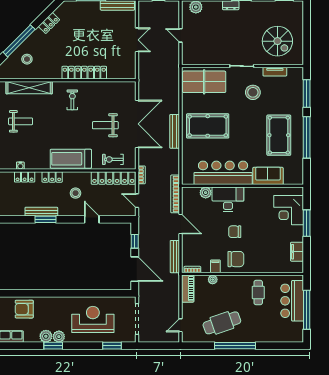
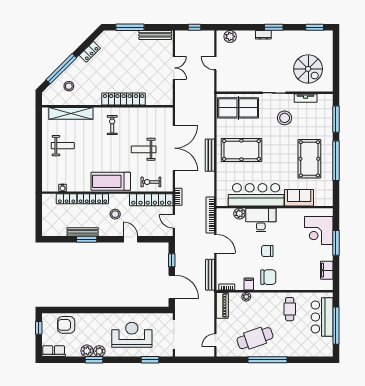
locker: (52, 177) -> (93, 199), width x1.53

